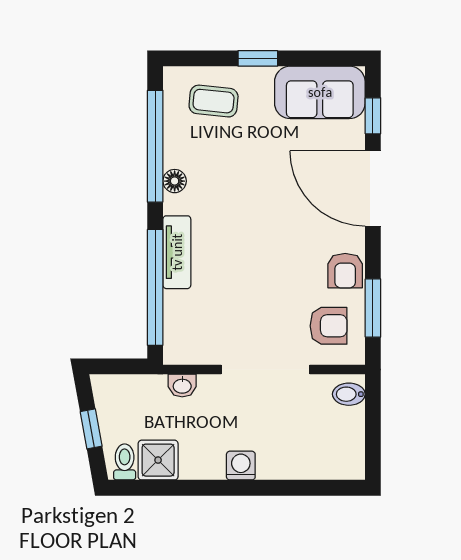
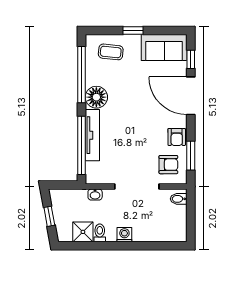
floor lamp: (175, 181) -> (96, 97), width x1.89, depth x1.89
tv unit: (177, 252) -> (92, 135), width x1.41
toilet: (125, 462) -> (100, 233), moved

